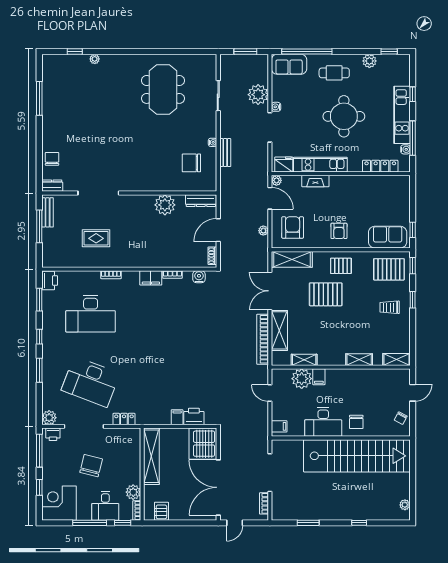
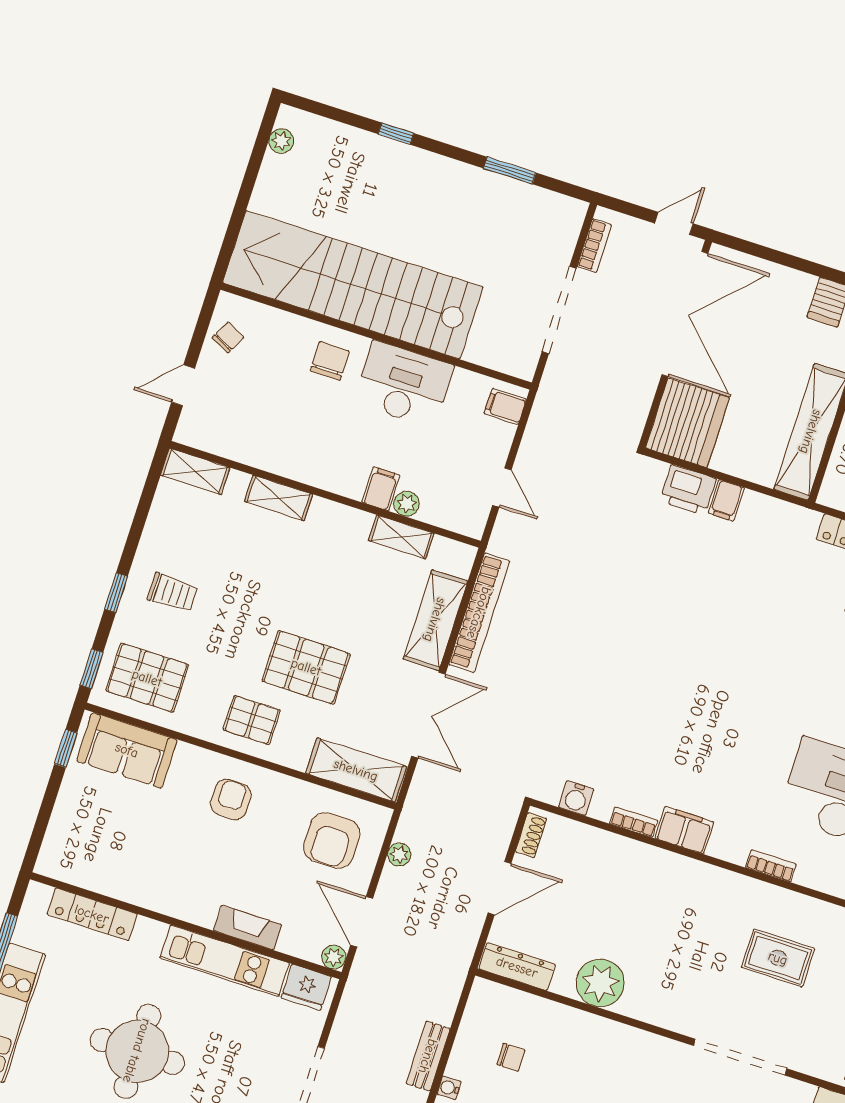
water cooler: (405, 149) -> (24, 933), removed
chair: (191, 163) -> (511, 1057), width x0.54, depth x0.54
plant: (302, 379) -> (407, 504), width x0.53, depth x0.53

